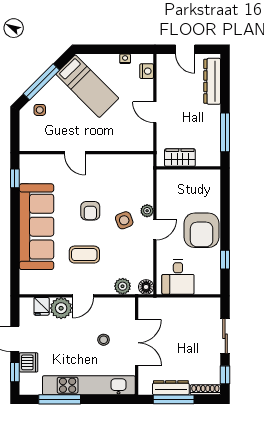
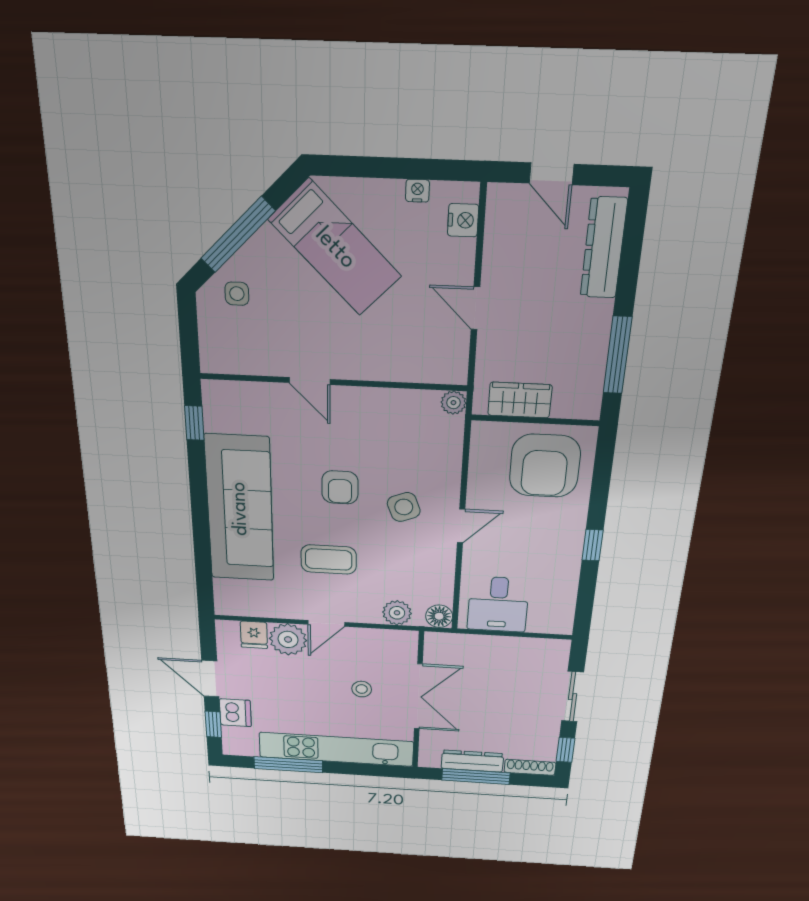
plant: (147, 211) -> (453, 403), moved
armchair: (202, 230) -> (545, 466), moved
window: (225, 260) -> (592, 545), moved

